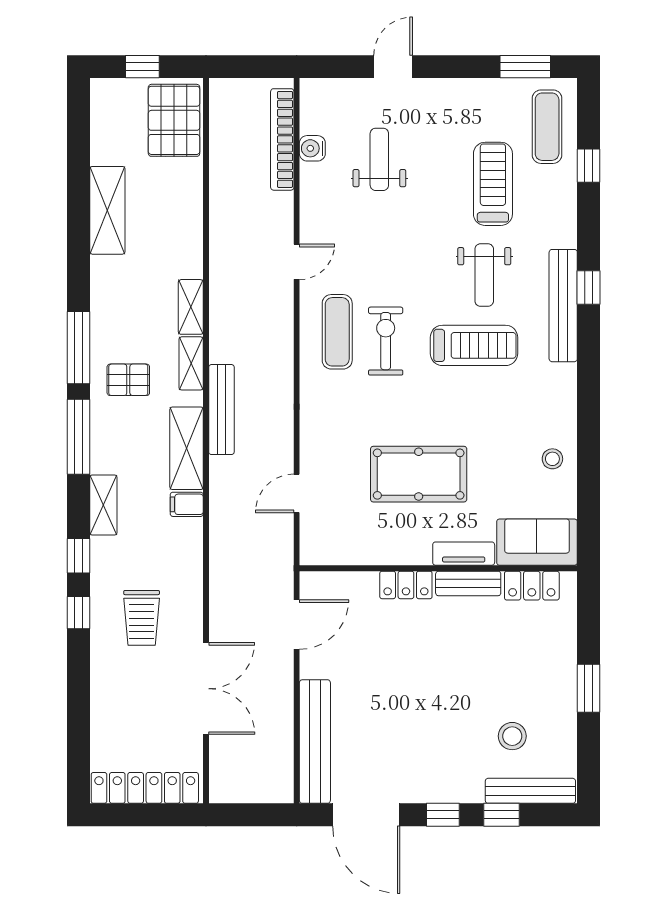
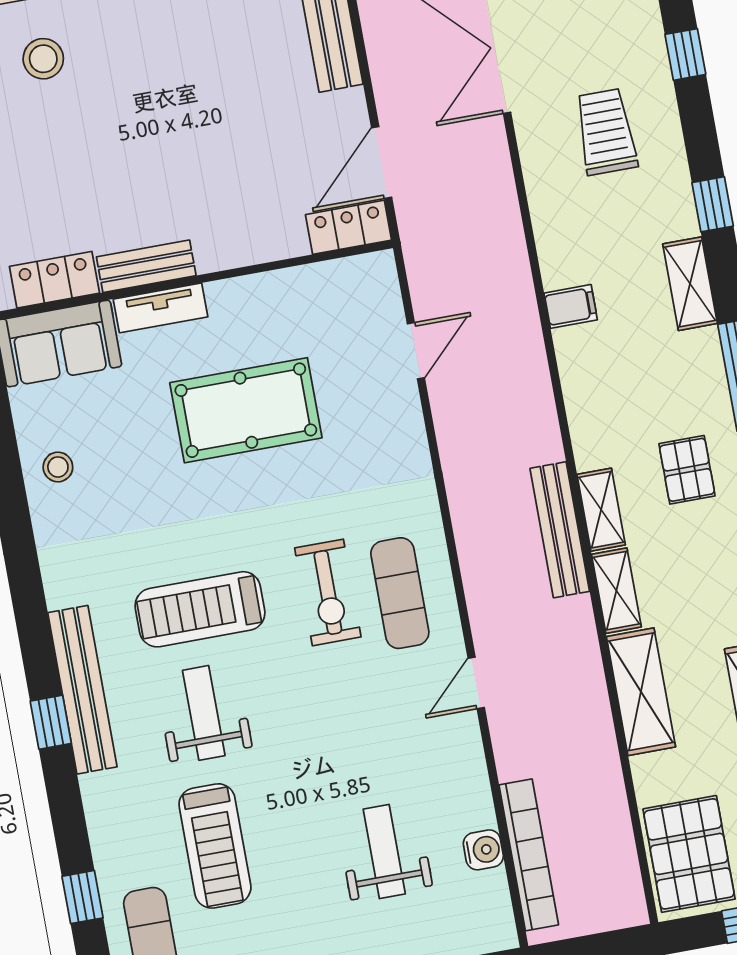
weight bench: (379, 159) -> (384, 852), turned 180
pallet: (128, 380) -> (687, 470), turned 90
bench: (221, 410) -> (560, 530), moved
shelving: (187, 448) -> (641, 692), moved
locker: (406, 585) -> (348, 227), moved
window: (78, 613) -> (685, 54), moved

